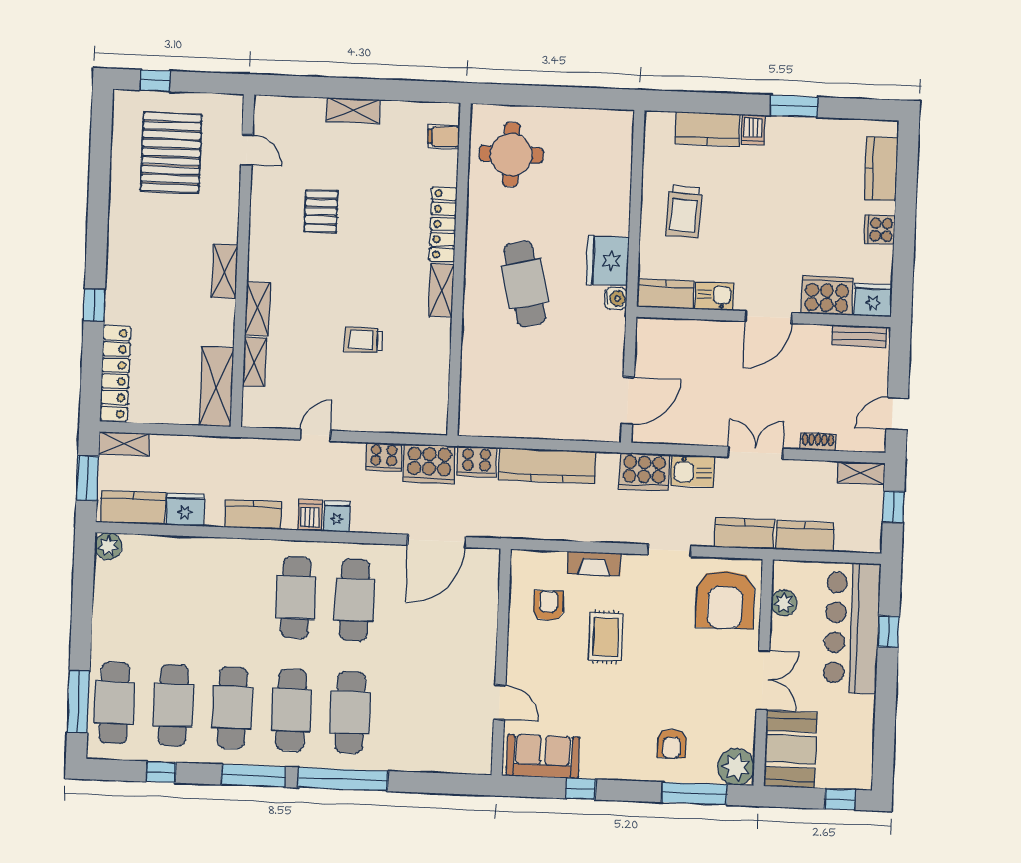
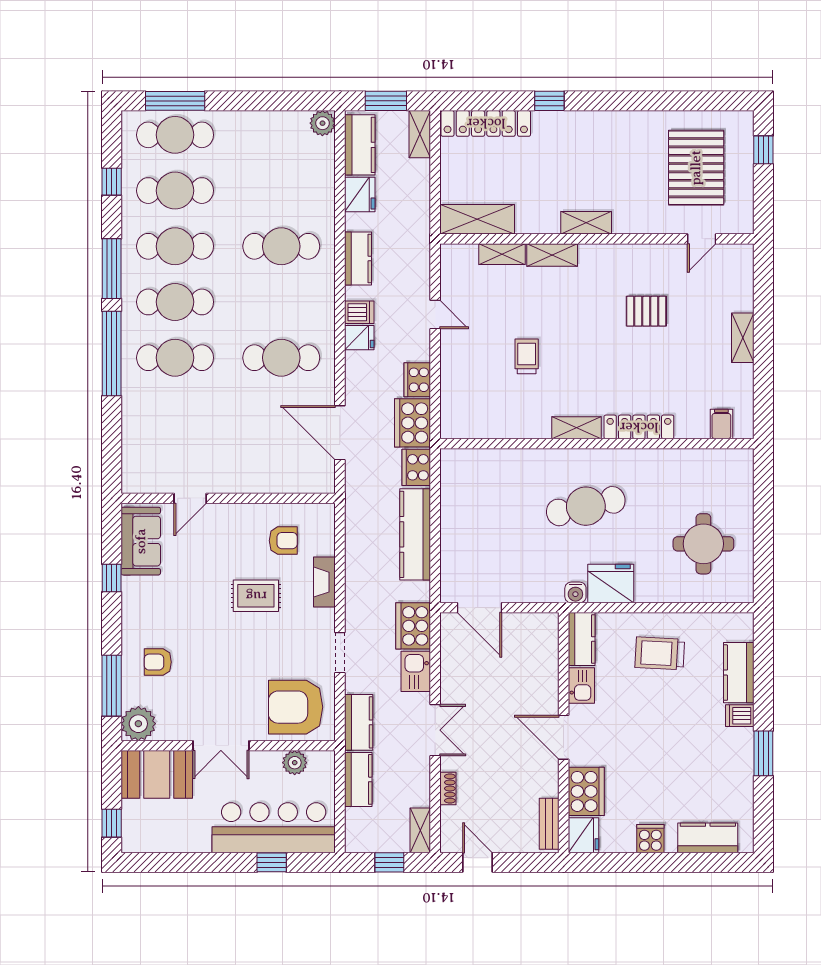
pallet: (171, 153) -> (696, 168), turned 90
round table: (511, 154) -> (703, 544), moved
cafe table: (296, 597) -> (281, 246), moved

